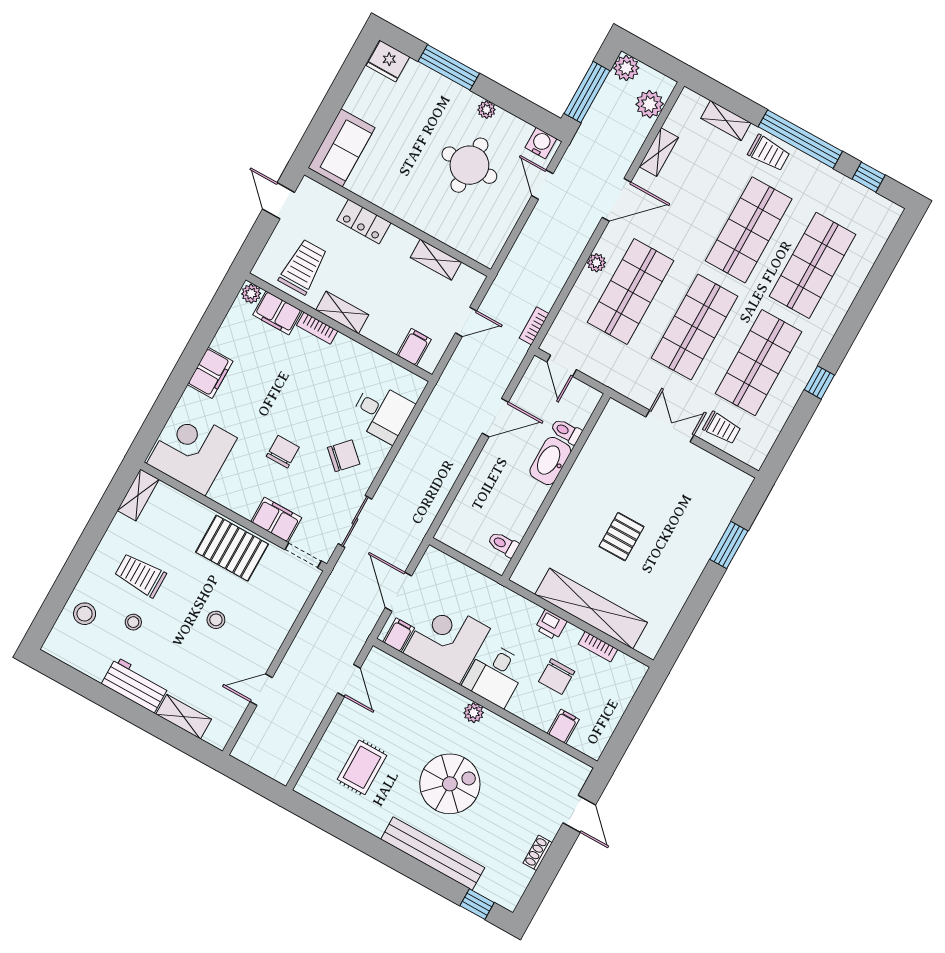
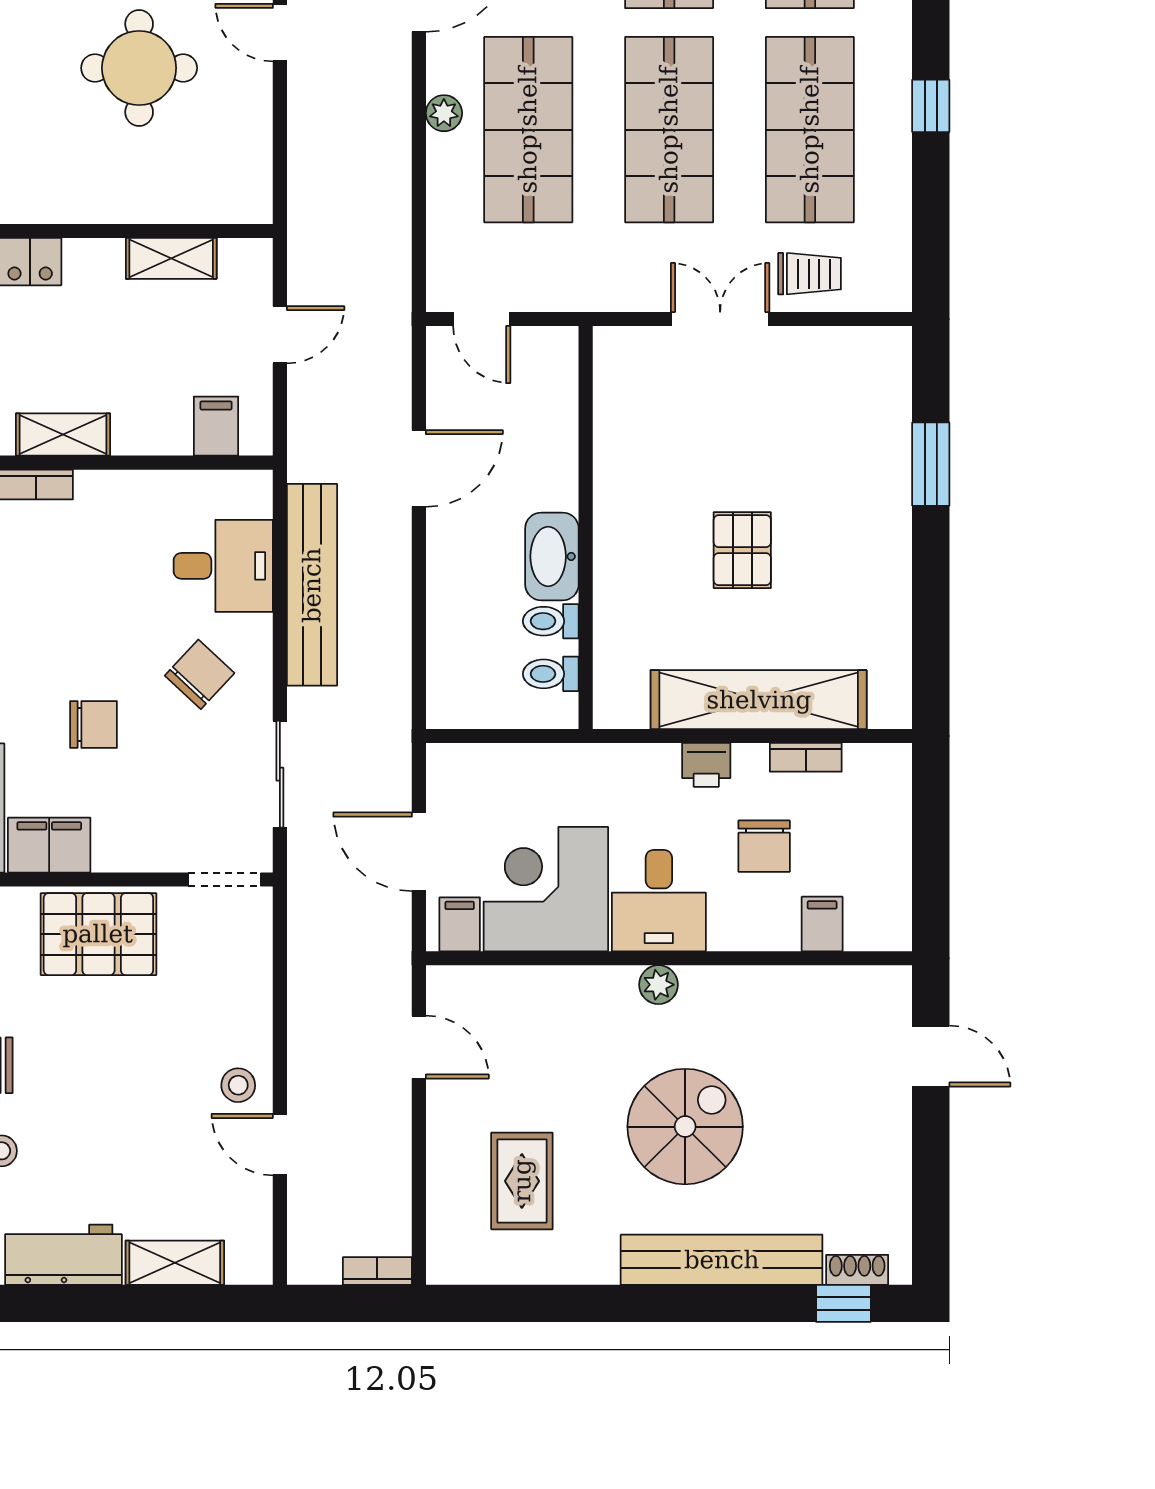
bookcase: (534, 326) -> (377, 1271), moved, turned 90
toilet: (566, 431) -> (551, 621), moved
bench: (417, 443) -> (312, 585), added
chair: (283, 452) -> (94, 724), turned 90
washbasin: (550, 461) -> (552, 556), moved
filing cabinet: (276, 520) -> (49, 845), moved
stool: (216, 620) -> (238, 1085), moved
door: (261, 690) -> (280, 1145), hinge flipped
shoe rack: (538, 853) -> (857, 1270), moved, turned 90

